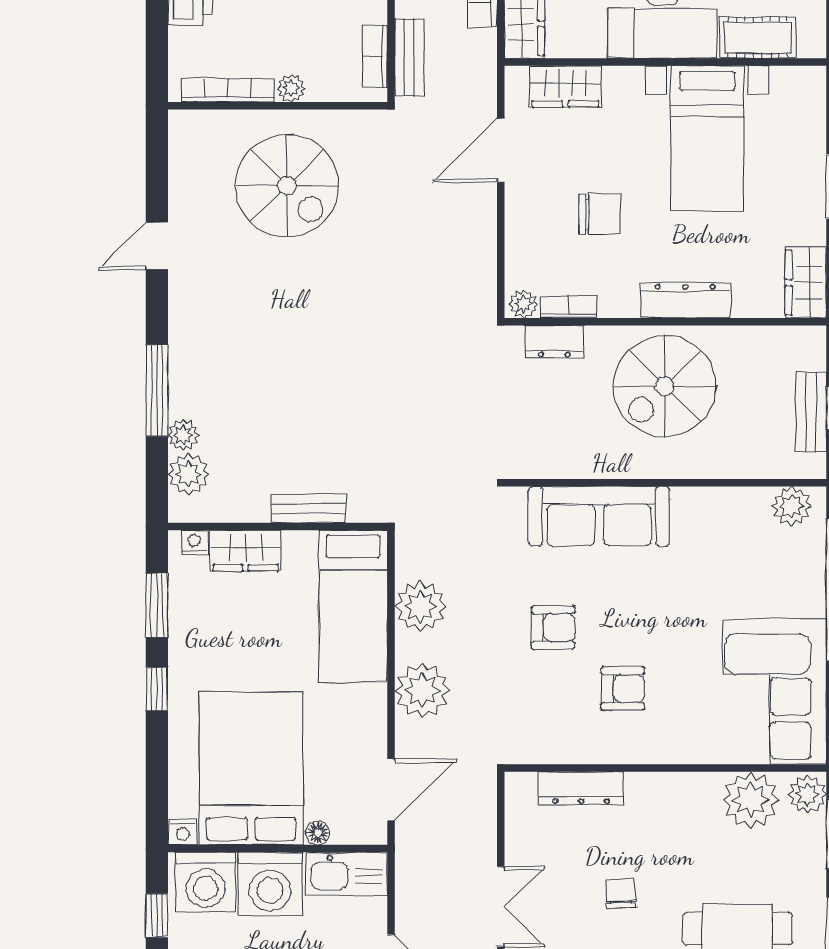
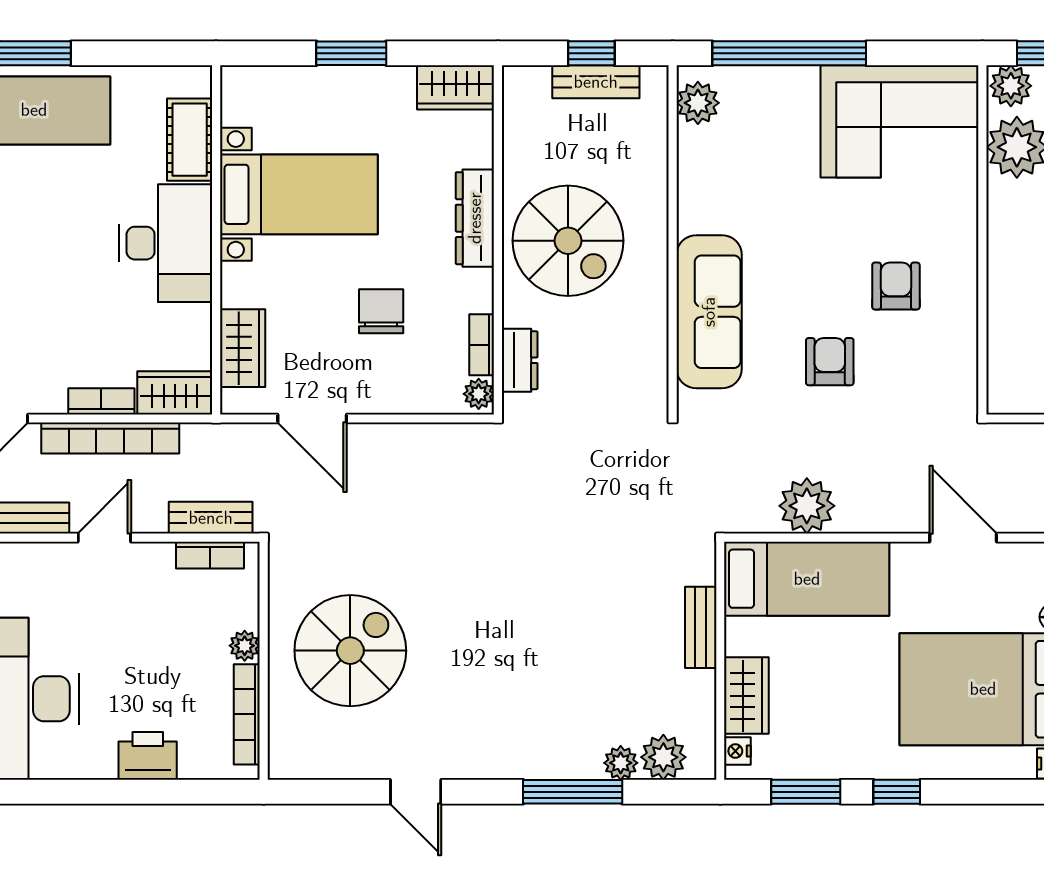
plant: (422, 690) -> (898, 504), removed
dresser: (581, 788) -> (1004, 331), removed
door: (391, 790) -> (963, 538), moved

